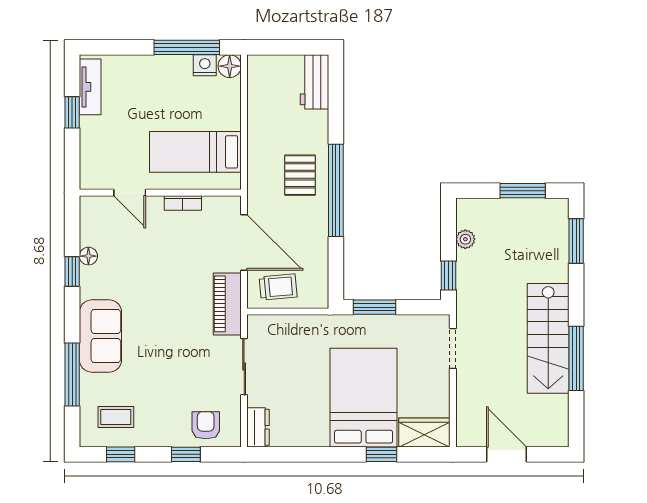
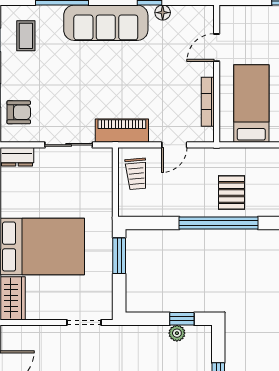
pallet: (300, 175) -> (232, 193), turned 90
bookcase: (183, 203) -> (208, 102), width x1.56
door: (244, 242) -> (174, 145), width x0.53
window: (448, 275) -> (182, 319), moved
sofa: (100, 336) -> (106, 23), width x1.36

